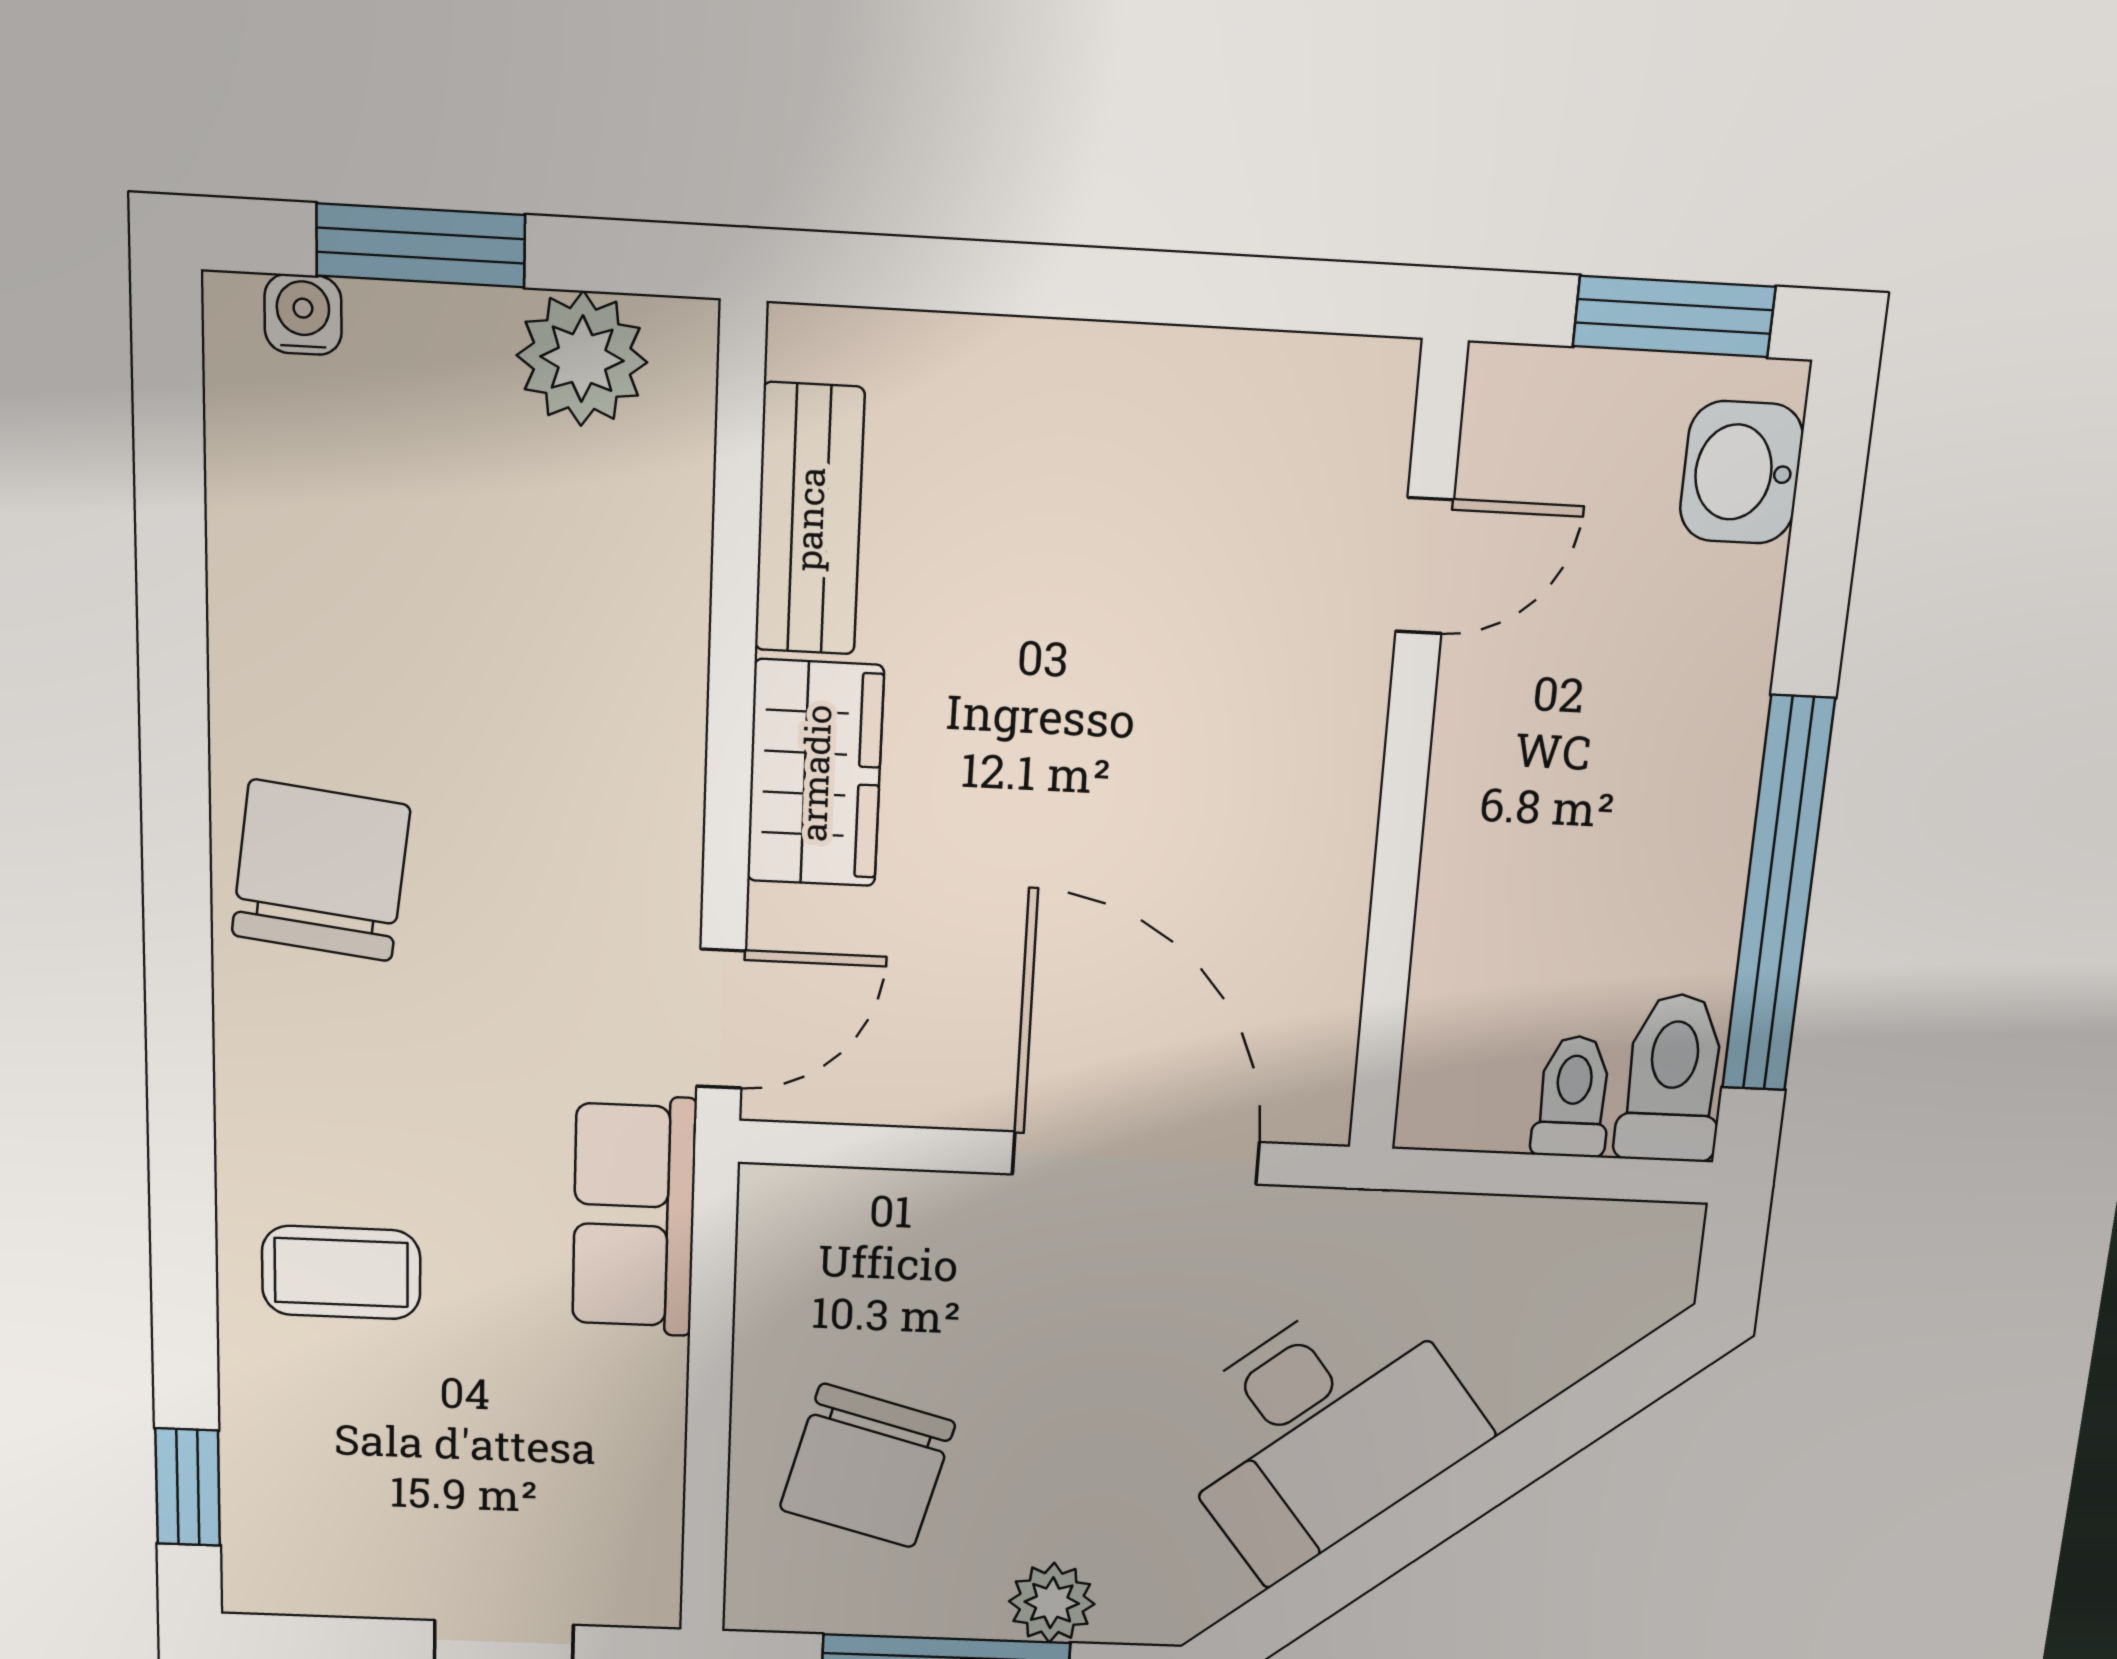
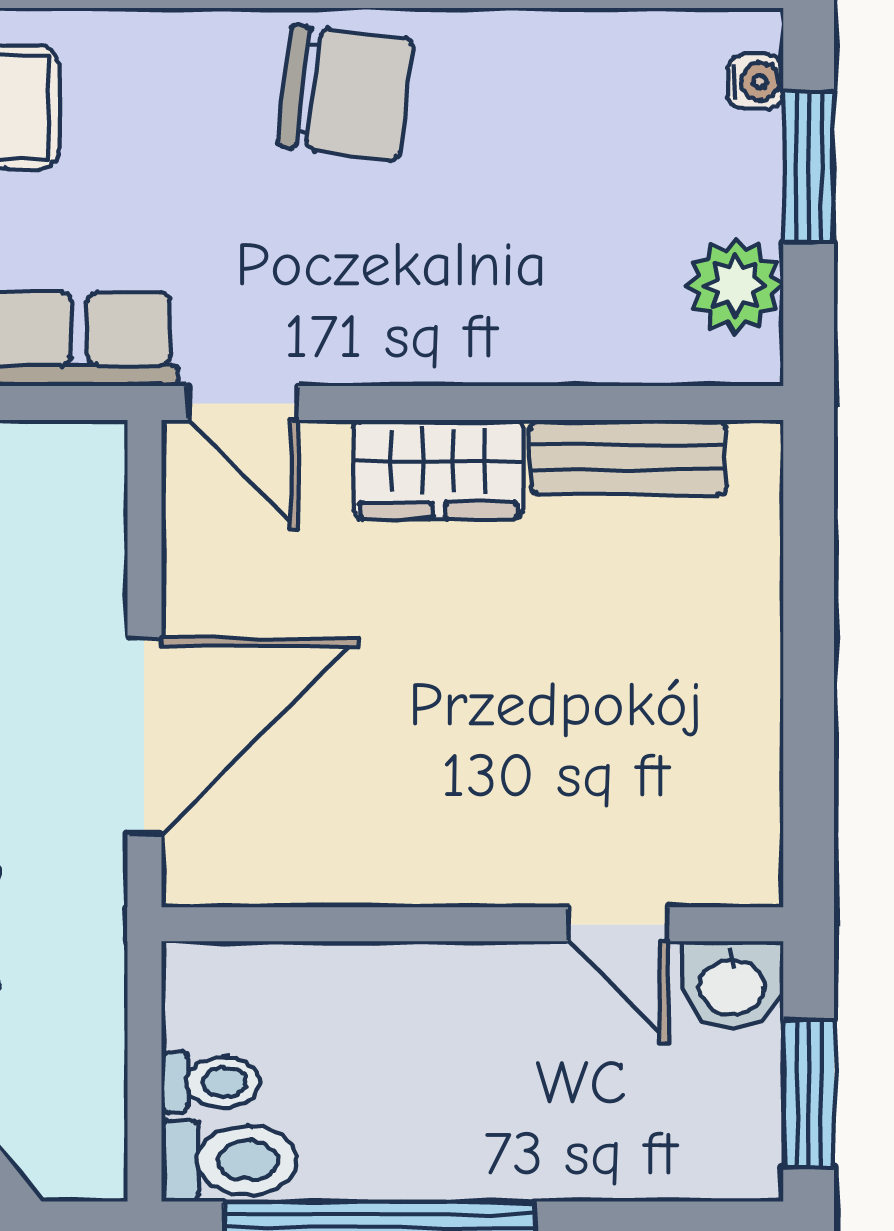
washbasin: (1741, 472) -> (732, 985), moved, turned 180

